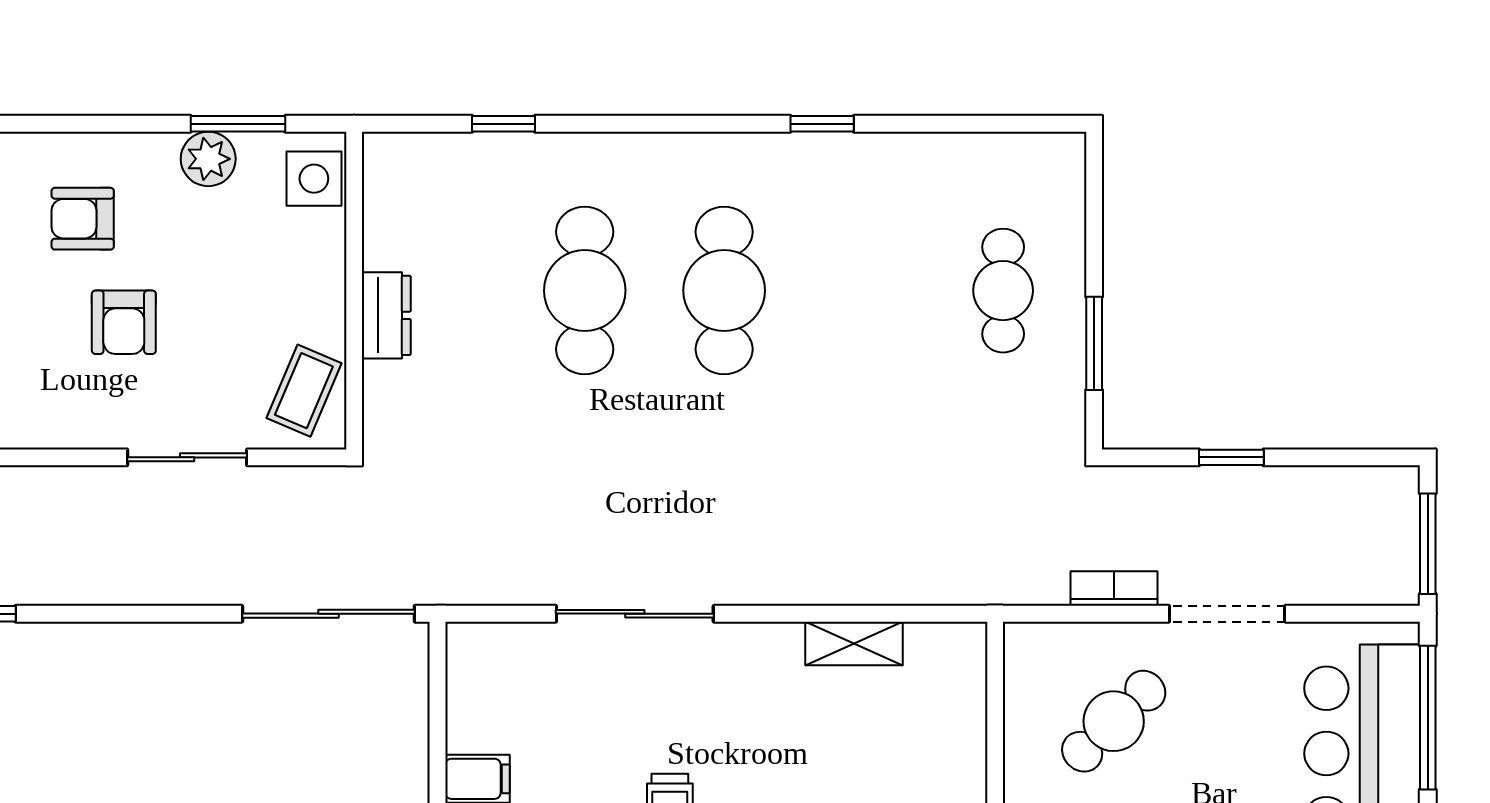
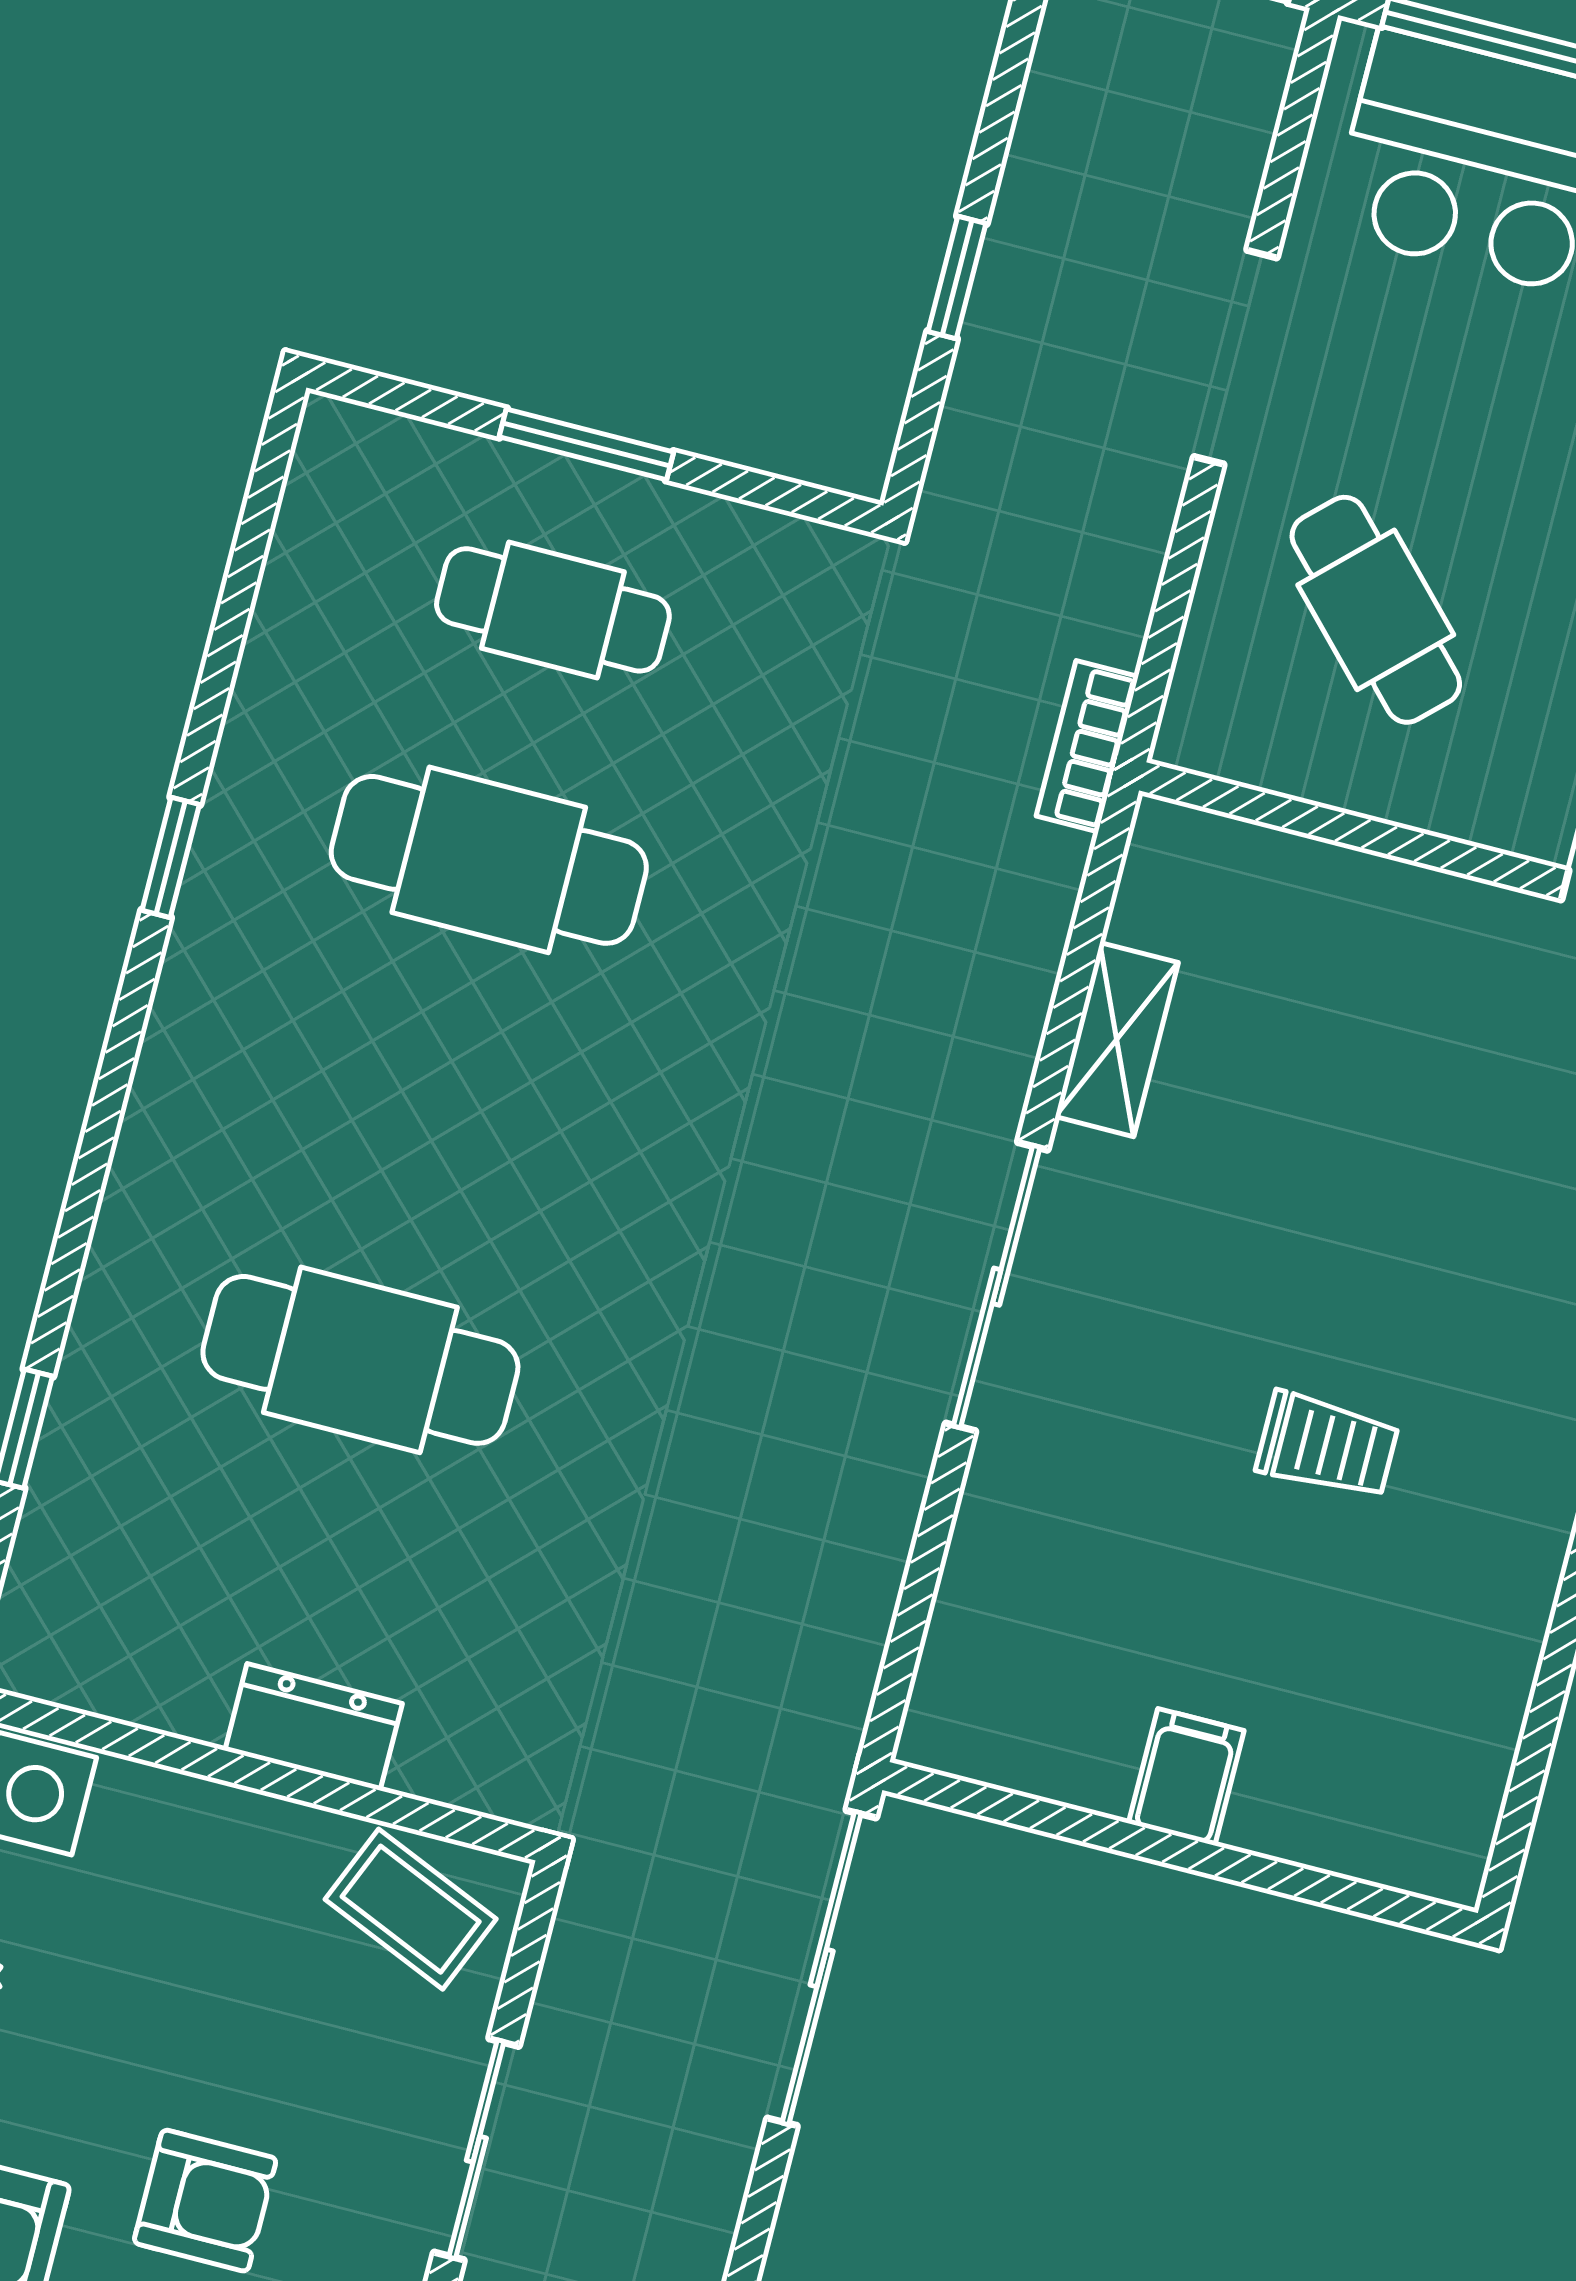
cafe table: (724, 291) -> (489, 860), moved
window: (1094, 343) -> (586, 444), moved
bookcase: (1114, 589) -> (1087, 746), moved
sliding door: (635, 614) -> (997, 1287), moved

